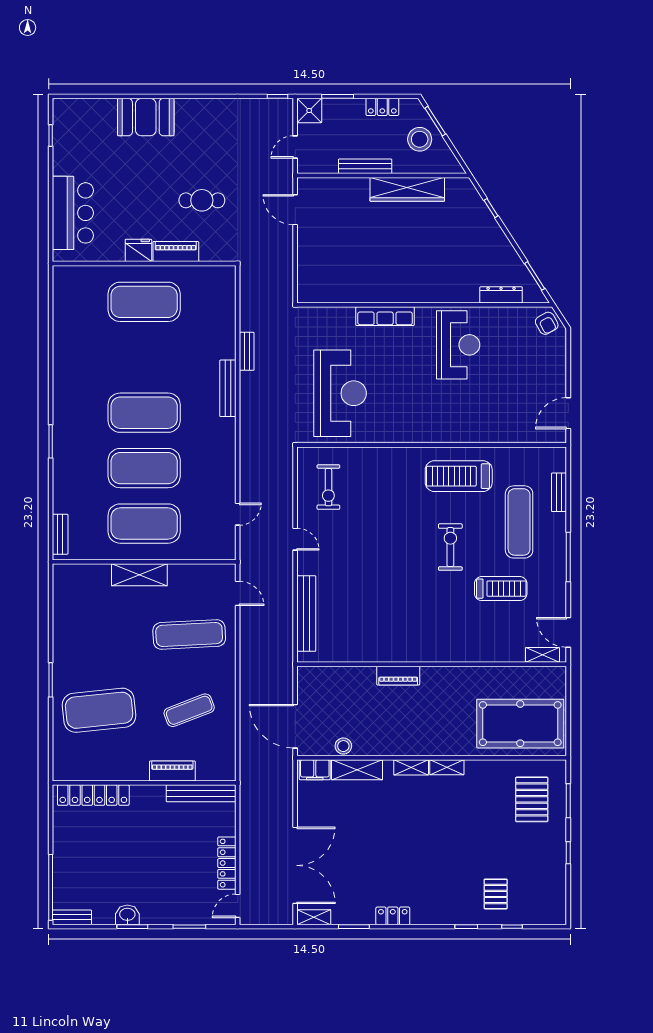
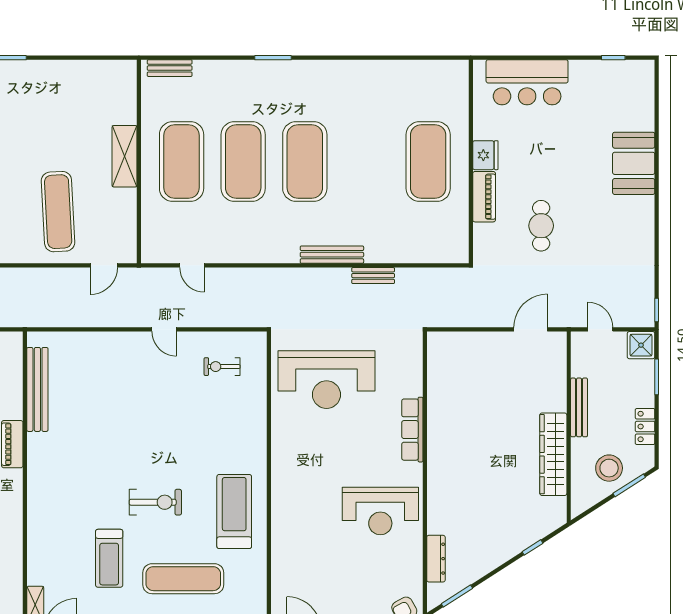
exercise bike: (328, 487) -> (222, 367), width x0.73, depth x0.72
door: (295, 539) -> (164, 329), hinge flipped
bench: (306, 614) -> (37, 389), moved, turned 90

